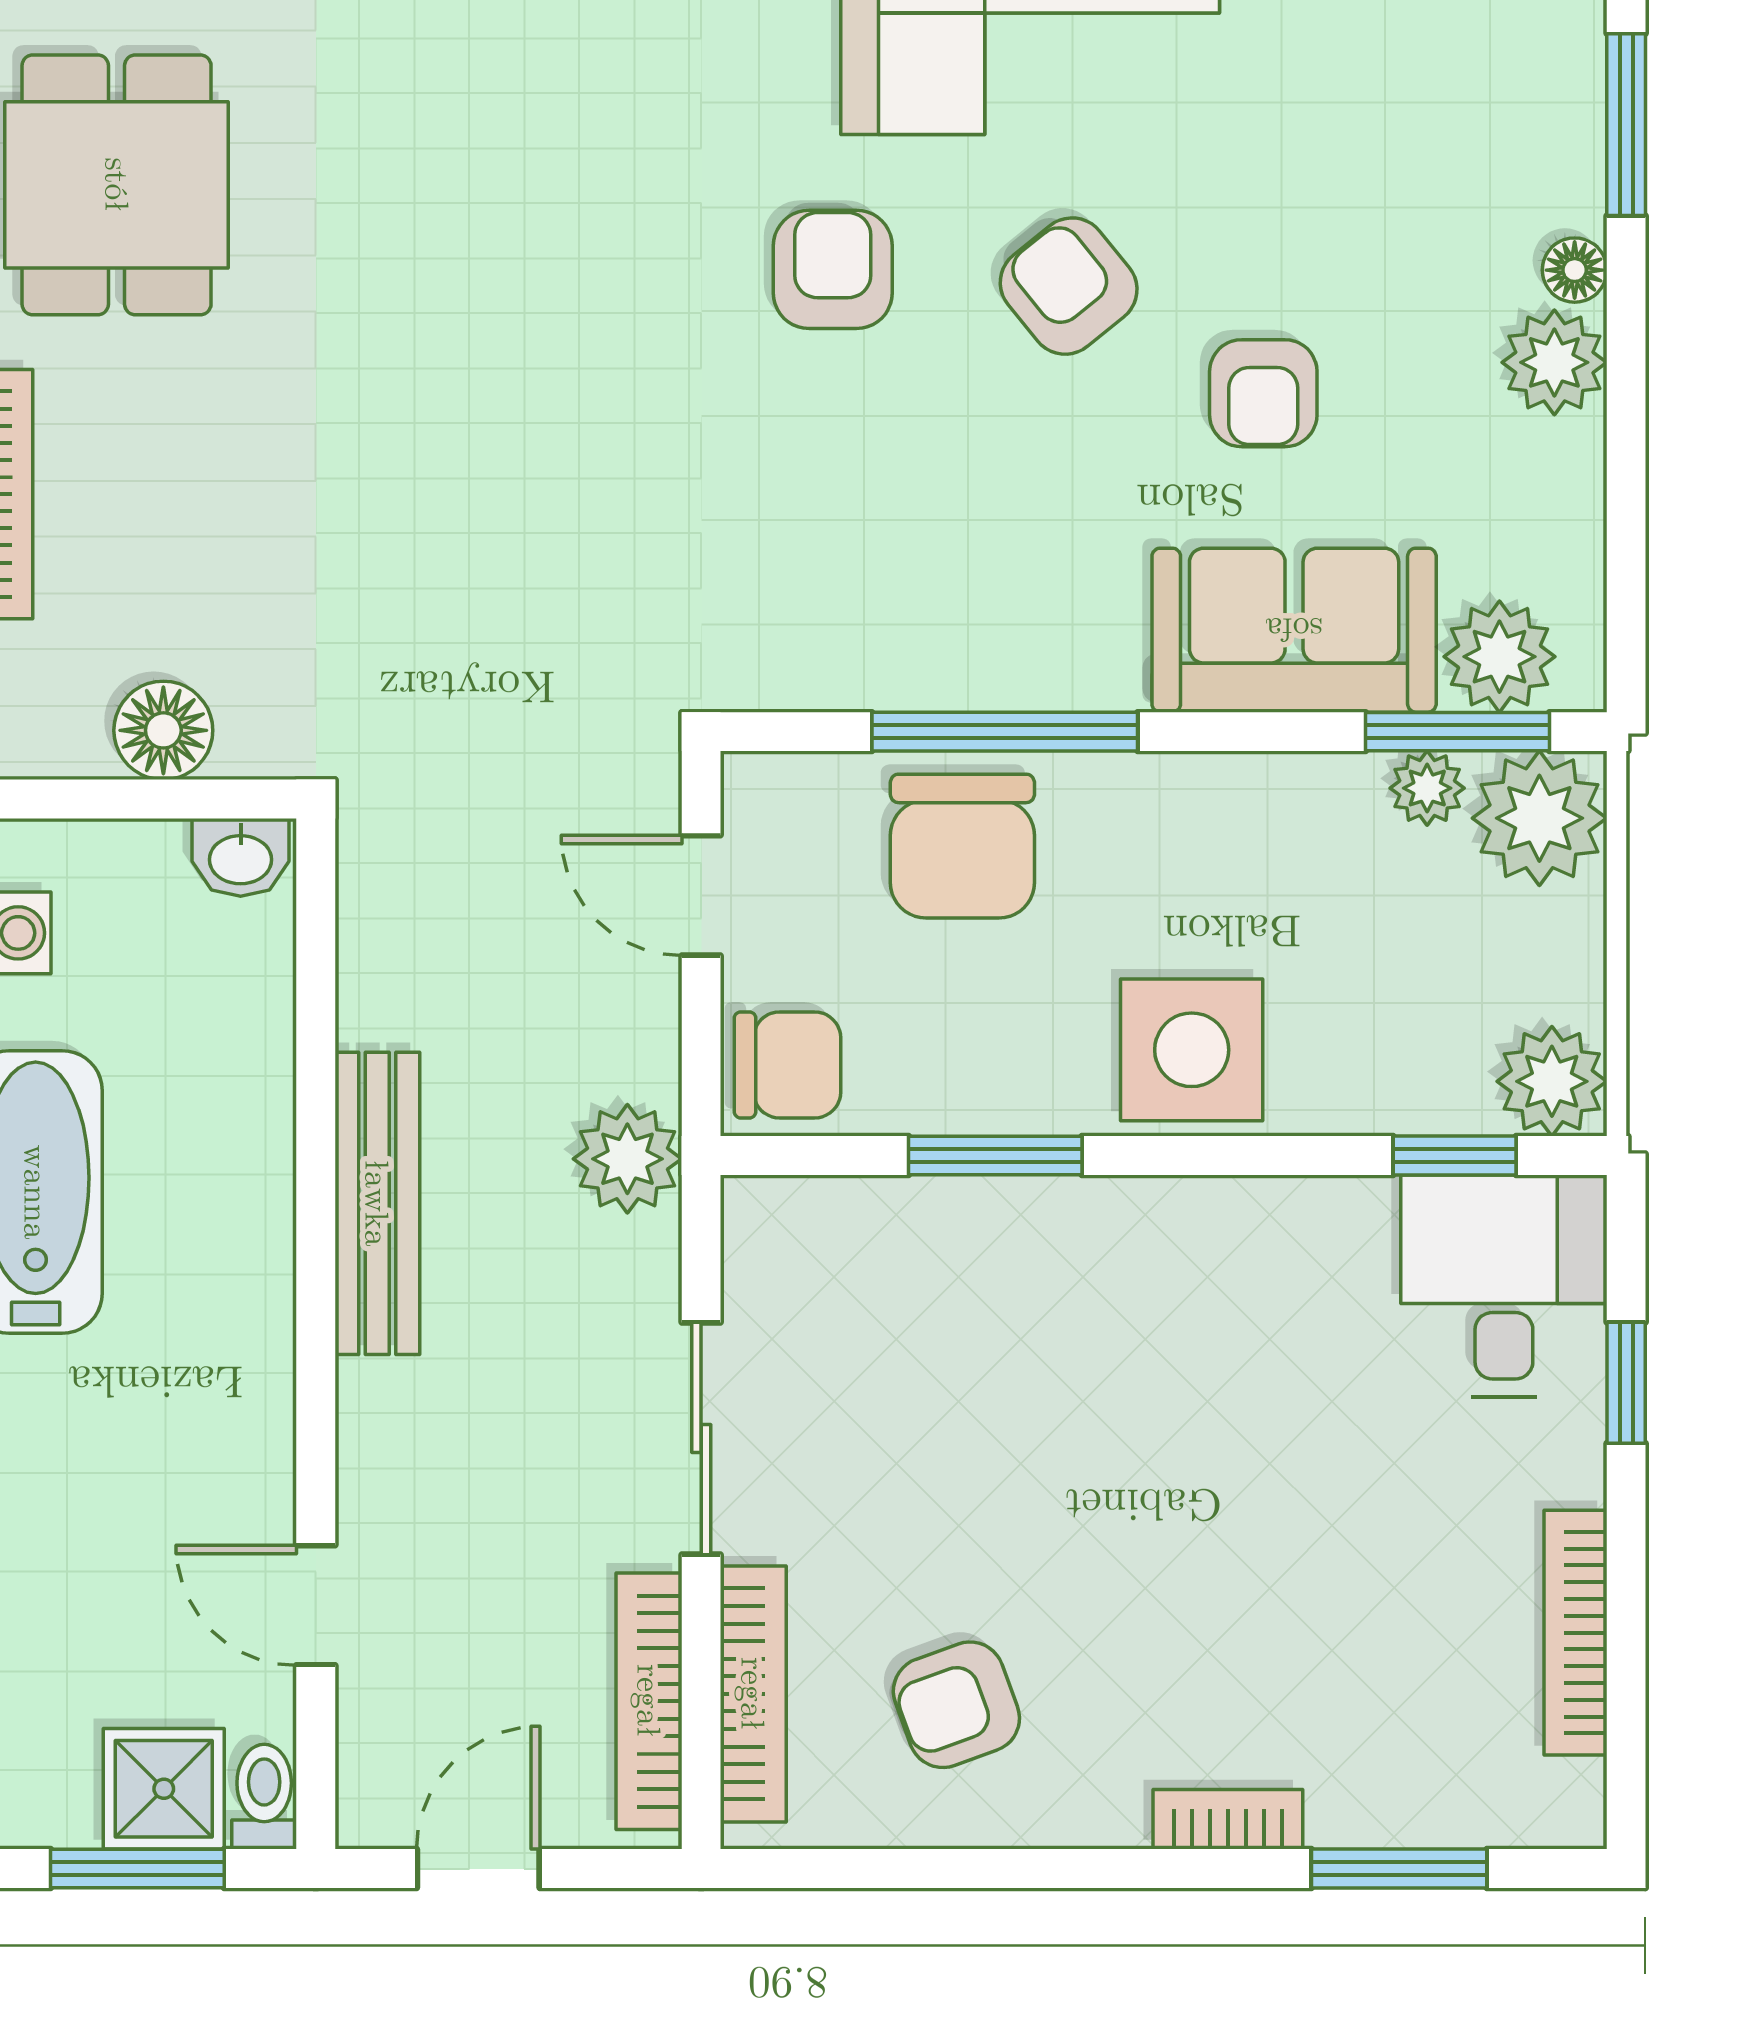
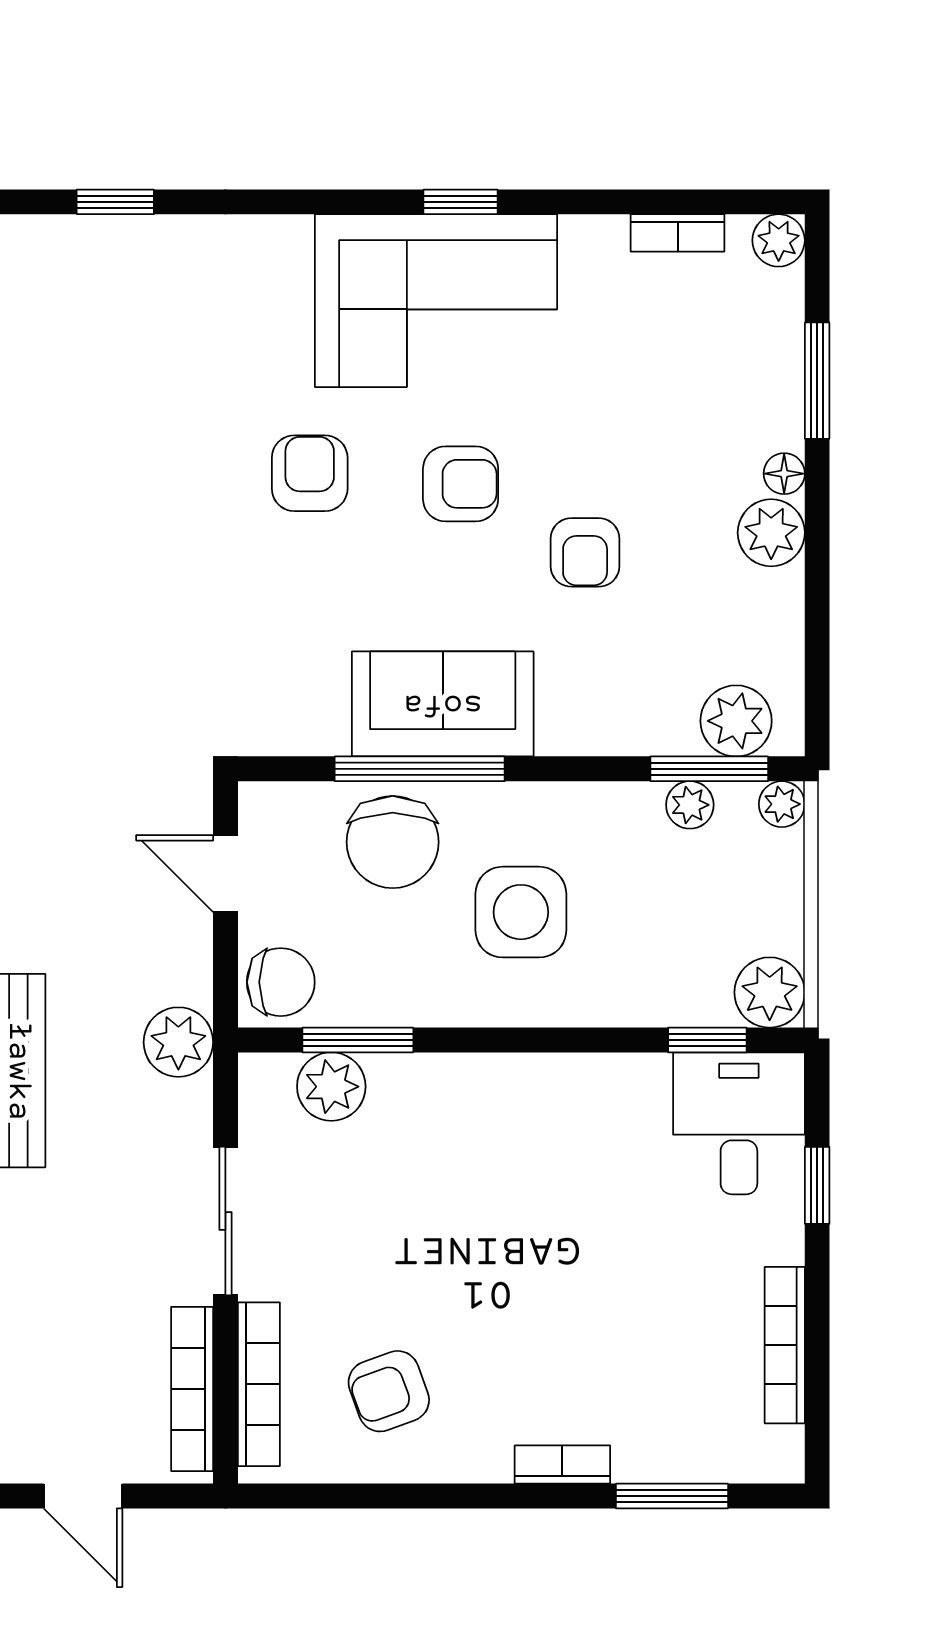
armchair: (1069, 286) -> (461, 484), turned 129
sofa: (1294, 630) -> (443, 704), moved
plant: (1539, 818) -> (782, 804), width x0.53, depth x0.53
side table: (1192, 1050) -> (521, 912), moved
window: (995, 1156) -> (358, 1040), moved
plant: (867, 1228) -> (331, 1087), added
door: (478, 1869) -> (83, 1496), swing flipped

